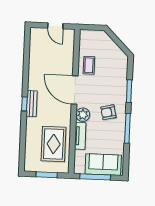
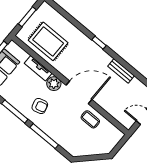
window: (129, 91) -> (44, 136), width x1.44
bench: (32, 104) -> (121, 71), moved
armchair: (108, 112) -> (40, 106), turned 87

